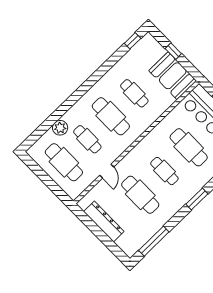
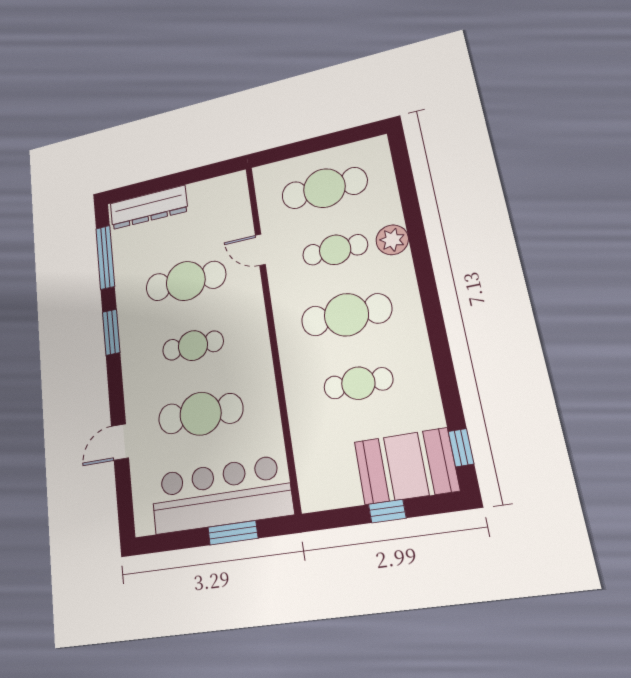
booth: (173, 76) -> (406, 466), moved
plant: (60, 128) -> (392, 240), moved
window: (197, 199) -> (111, 332), moved
dresser: (104, 222) -> (149, 207), moved

